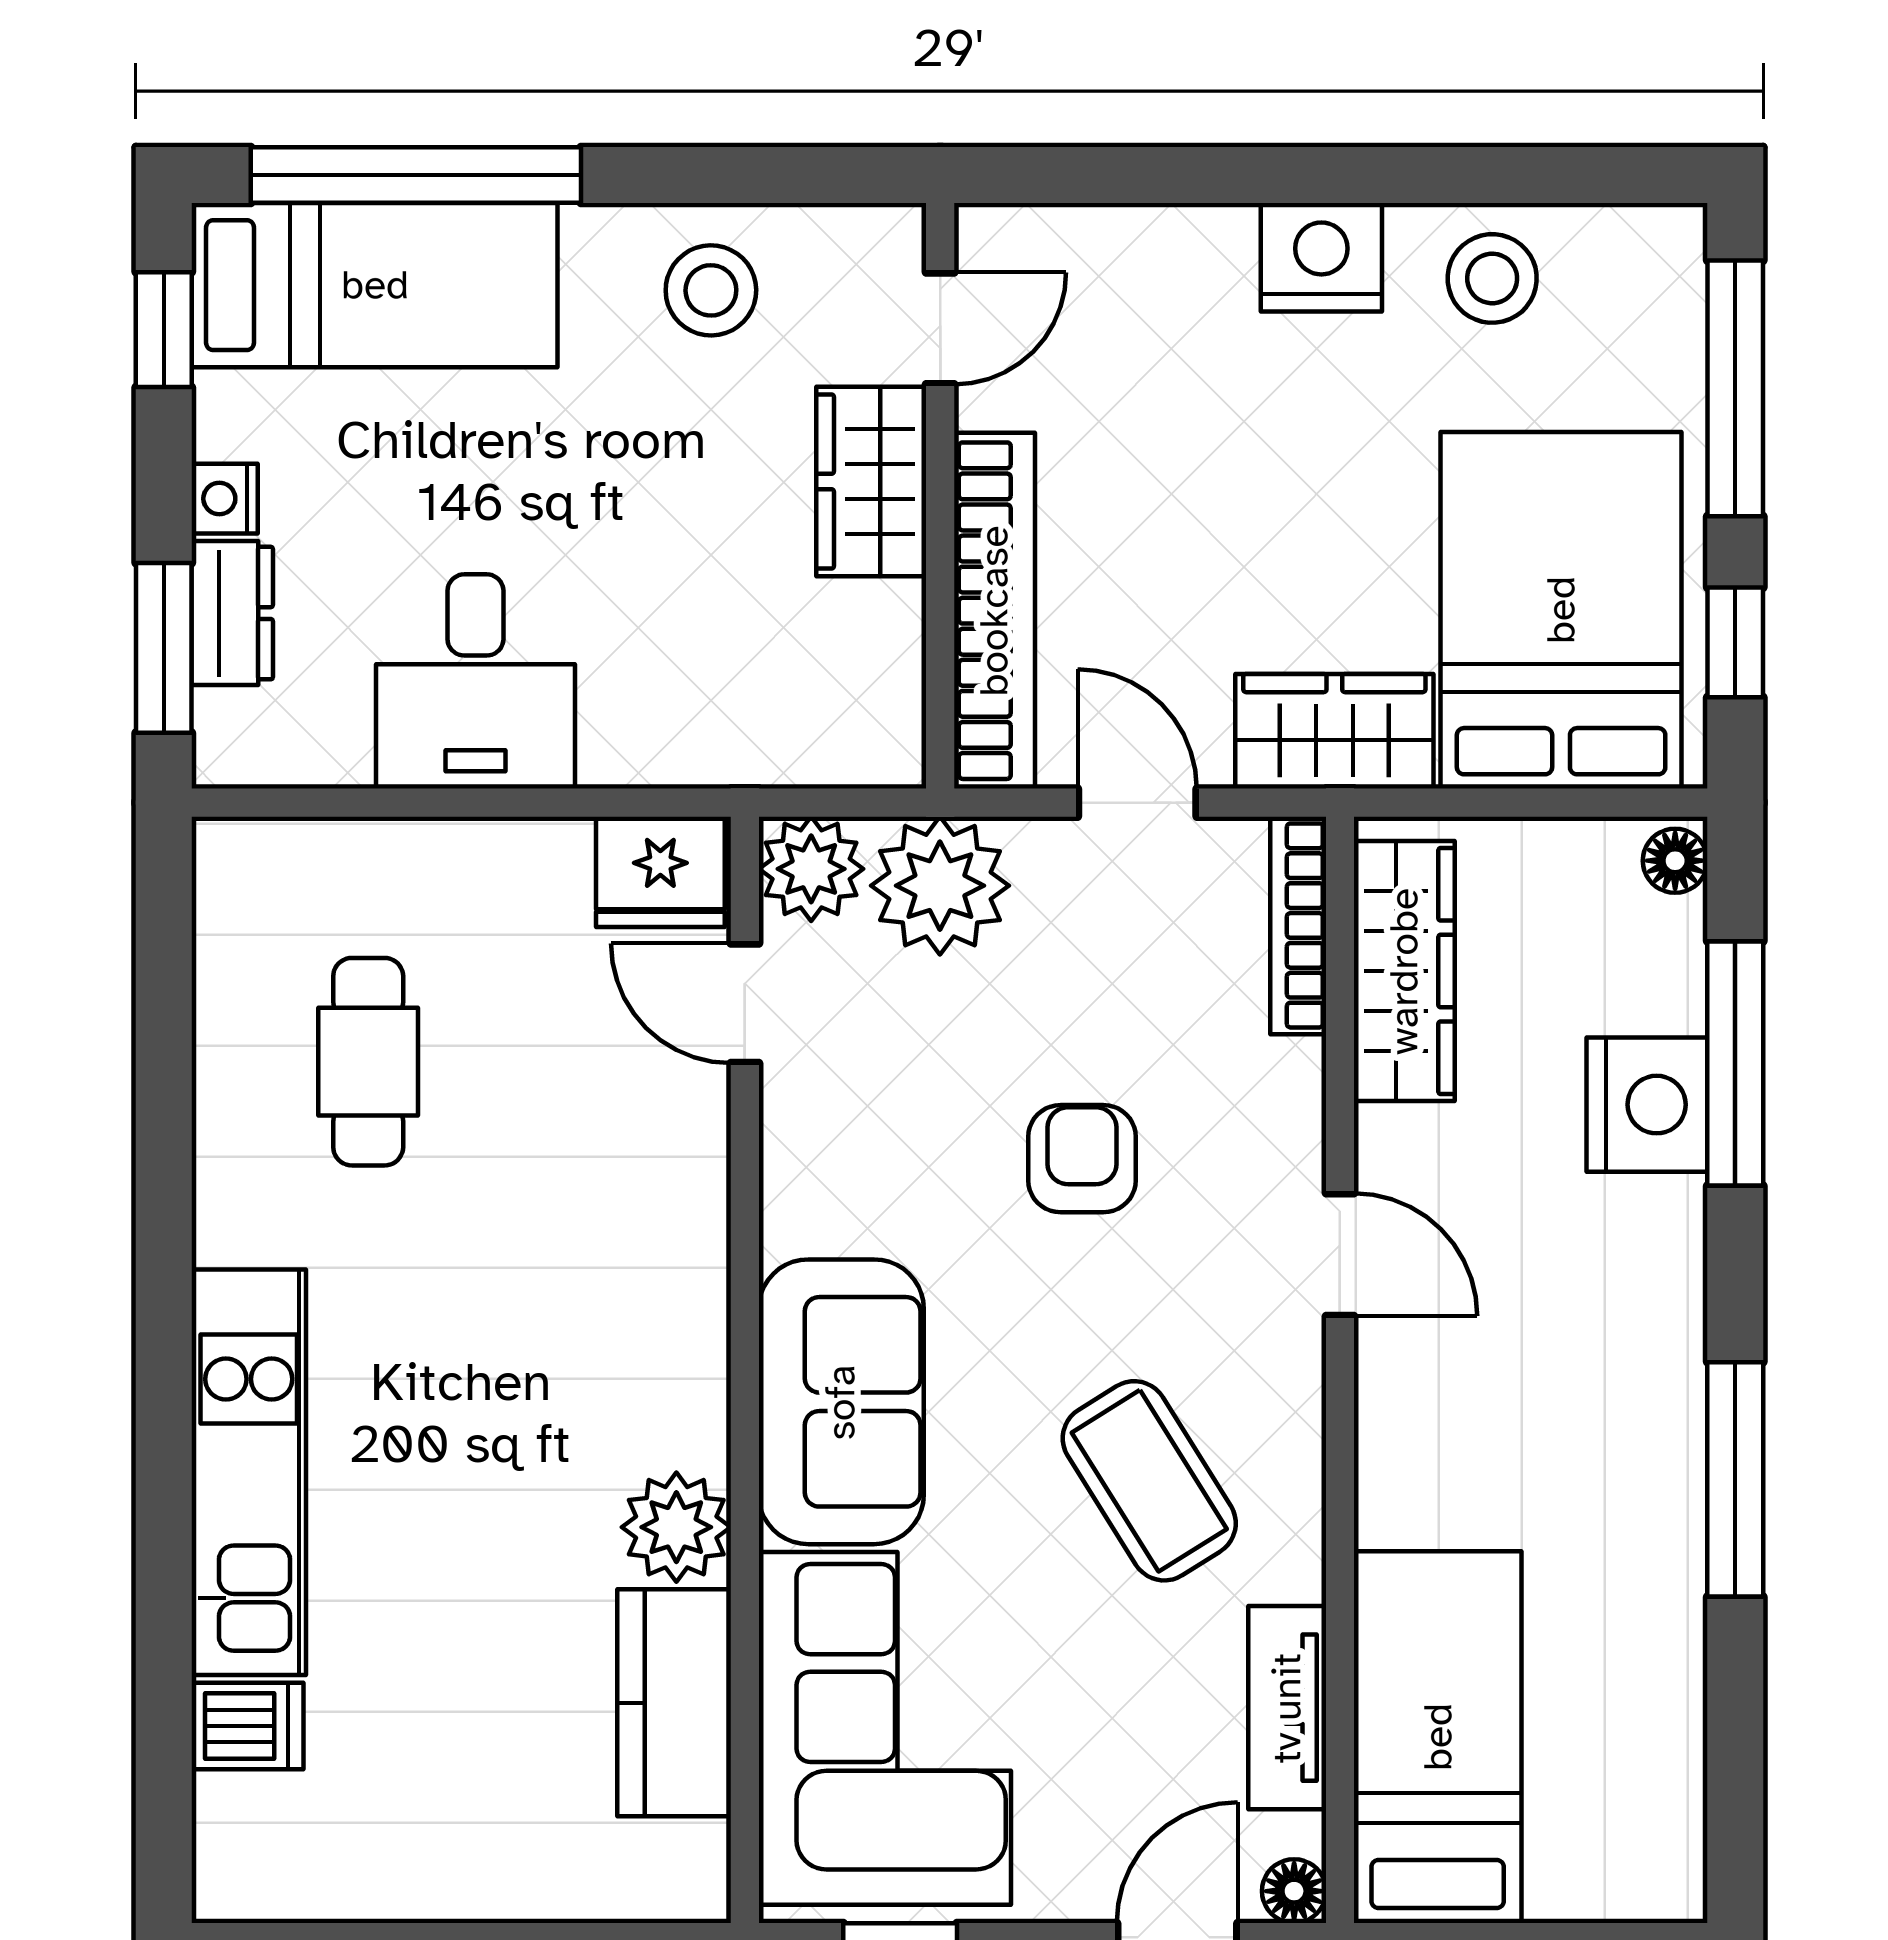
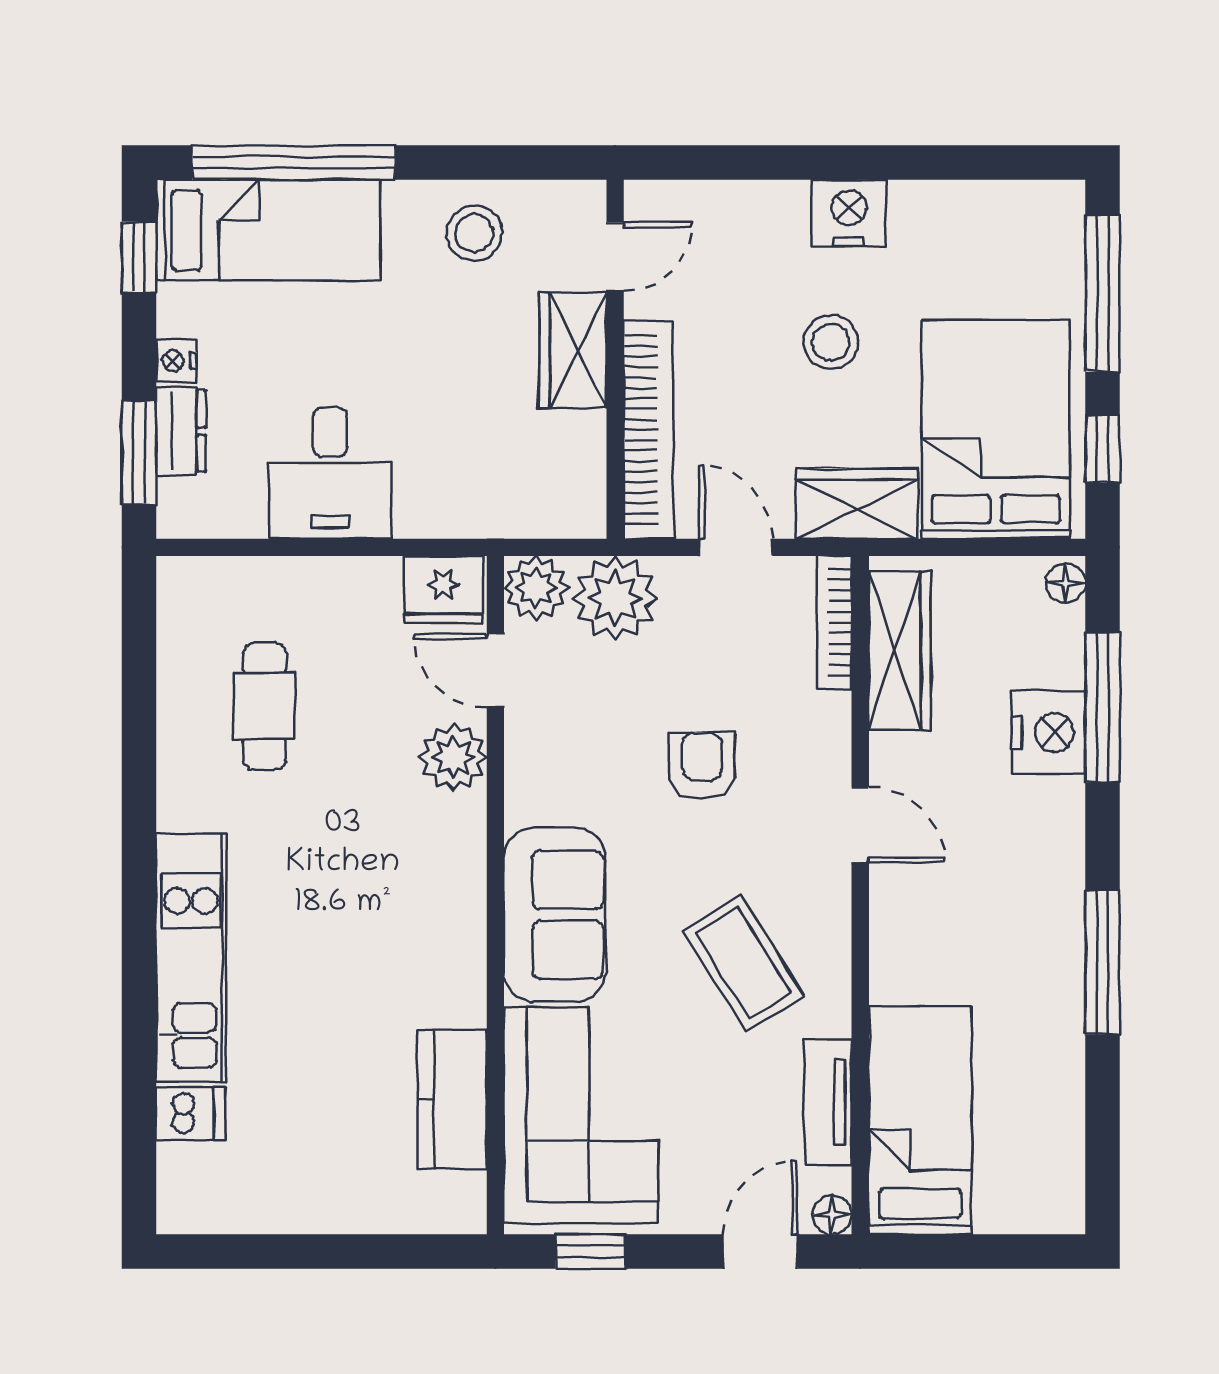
stool: (1492, 278) -> (831, 342), moved
plant: (676, 1527) -> (453, 757), moved

